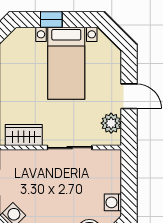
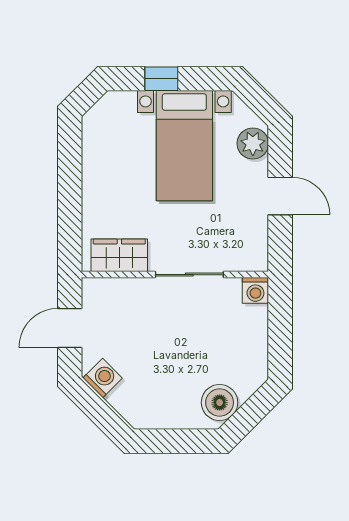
plant: (111, 123) -> (253, 143), moved
washing machine: (113, 202) -> (255, 290), moved, turned -90

